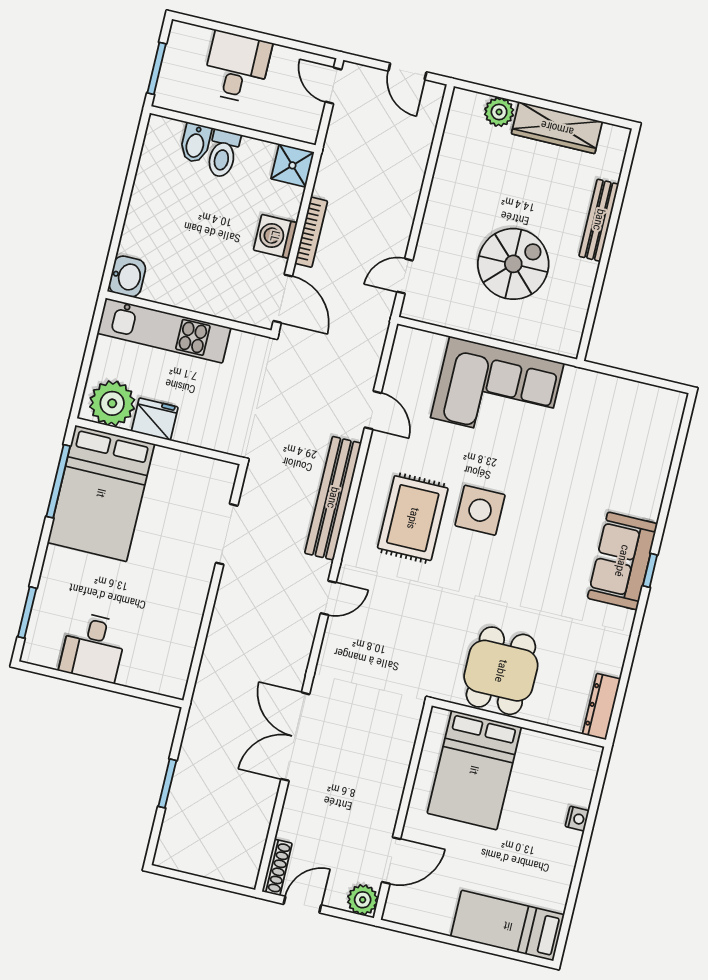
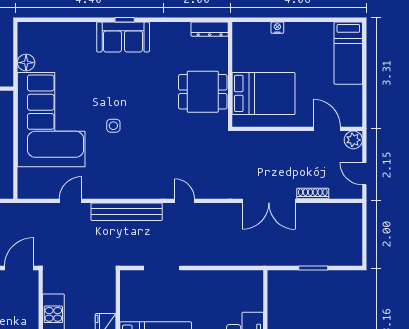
corner sofa: (497, 390) -> (51, 120), width x1.36, depth x1.36
floor lamp: (618, 391) -> (26, 63), added
side table: (480, 510) -> (113, 126), width x0.54, depth x0.54
rug: (413, 518) -> (127, 163), removed
shoe rack: (277, 867) -> (313, 193), moved

